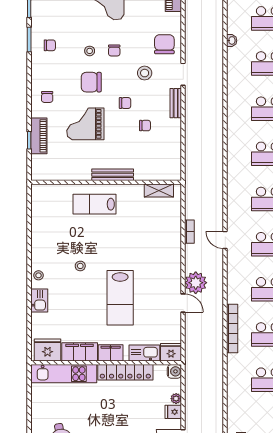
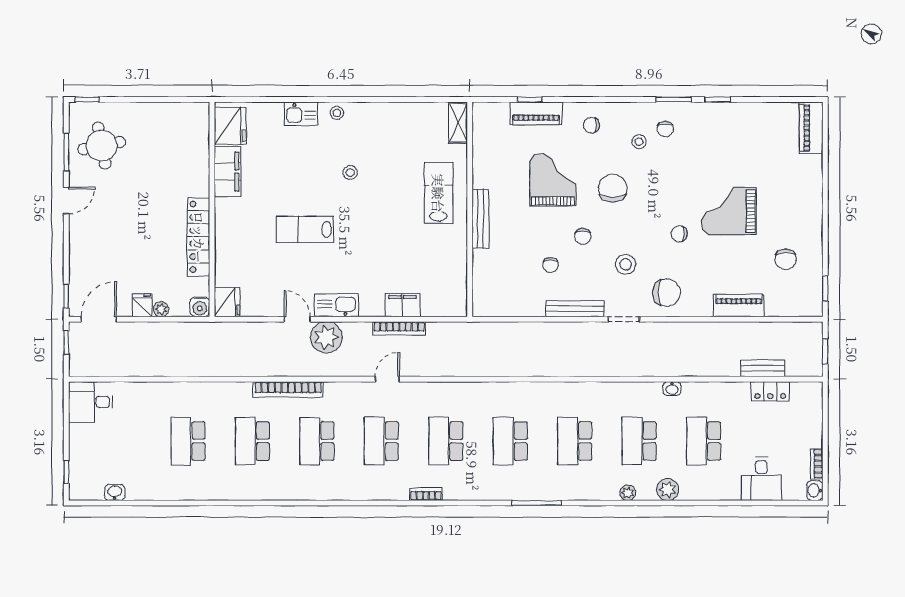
chair: (114, 50) -> (679, 234), moved
stool: (90, 51) -> (639, 142), moved
bench: (176, 103) -> (575, 309), width x1.36
shelving: (159, 190) -> (458, 123), moved
bookcase: (189, 232) -> (399, 328), width x1.56
lab bench: (120, 298) -> (305, 229), width x0.73, depth x0.72
door: (183, 303) -> (297, 319), swing flipped
bookcase: (232, 328) -> (288, 389), moved
filing cabinet: (111, 353) -> (403, 305), moved, turned -90
kitchen sink: (144, 353) -> (337, 305), moved, turned -90
kitchen unit: (64, 374) -> (196, 149), removed

